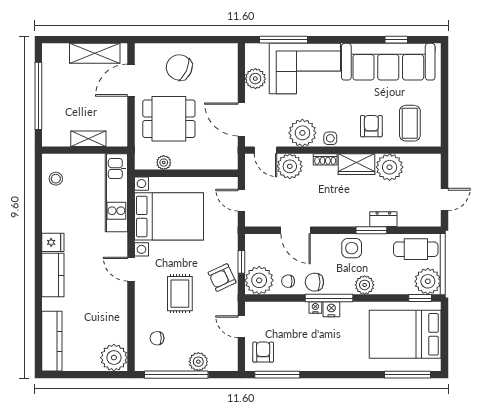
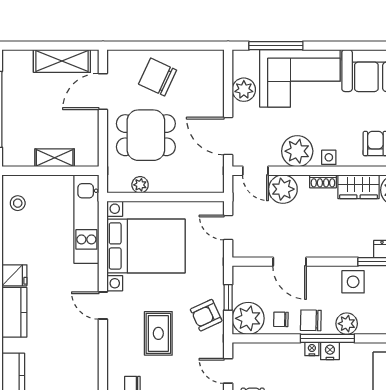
plant: (365, 285) -> (347, 324), moved

